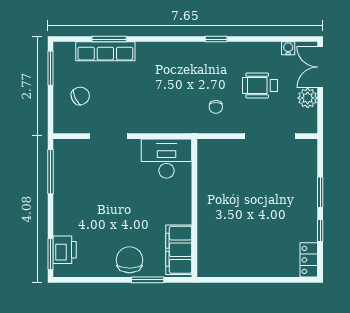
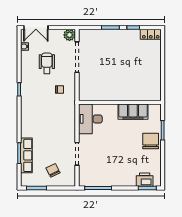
wheelchair: (260, 85) -> (47, 63), turned 180
plant: (308, 98) -> (69, 35), moved
filing cabinet: (179, 250) -> (133, 112), moved
chair: (130, 260) -> (151, 141), turned 90

